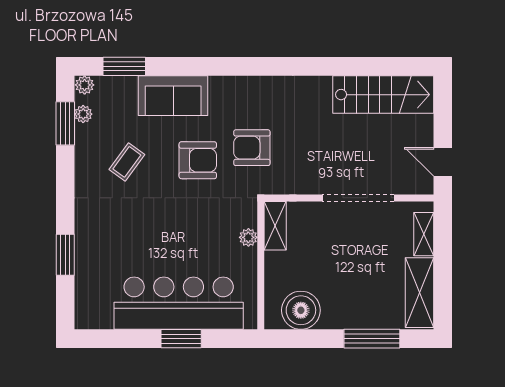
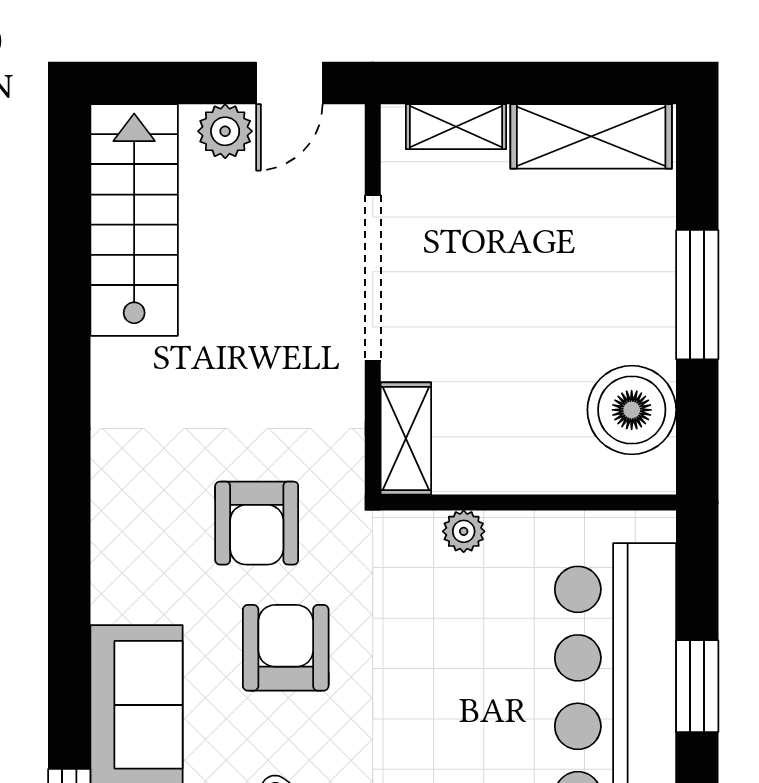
plant: (422, 134) -> (225, 131), added
shelving: (275, 226) -> (406, 438), moved, turned 90
window: (372, 339) -> (697, 295), moved

